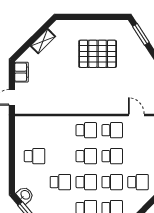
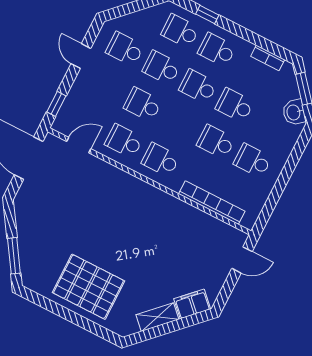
pallet: (98, 54) -> (88, 287), moved
filing cabinet: (22, 72) -> (192, 304), moved, turned 45
door: (136, 115) -> (79, 145), swing flipped
bookcase: (45, 121) -> (212, 203), added
school desk: (86, 156) -> (216, 142), moved

